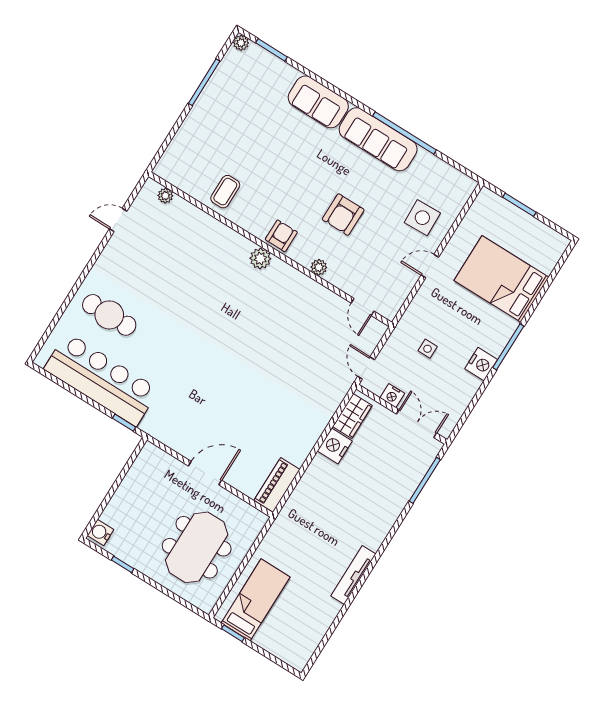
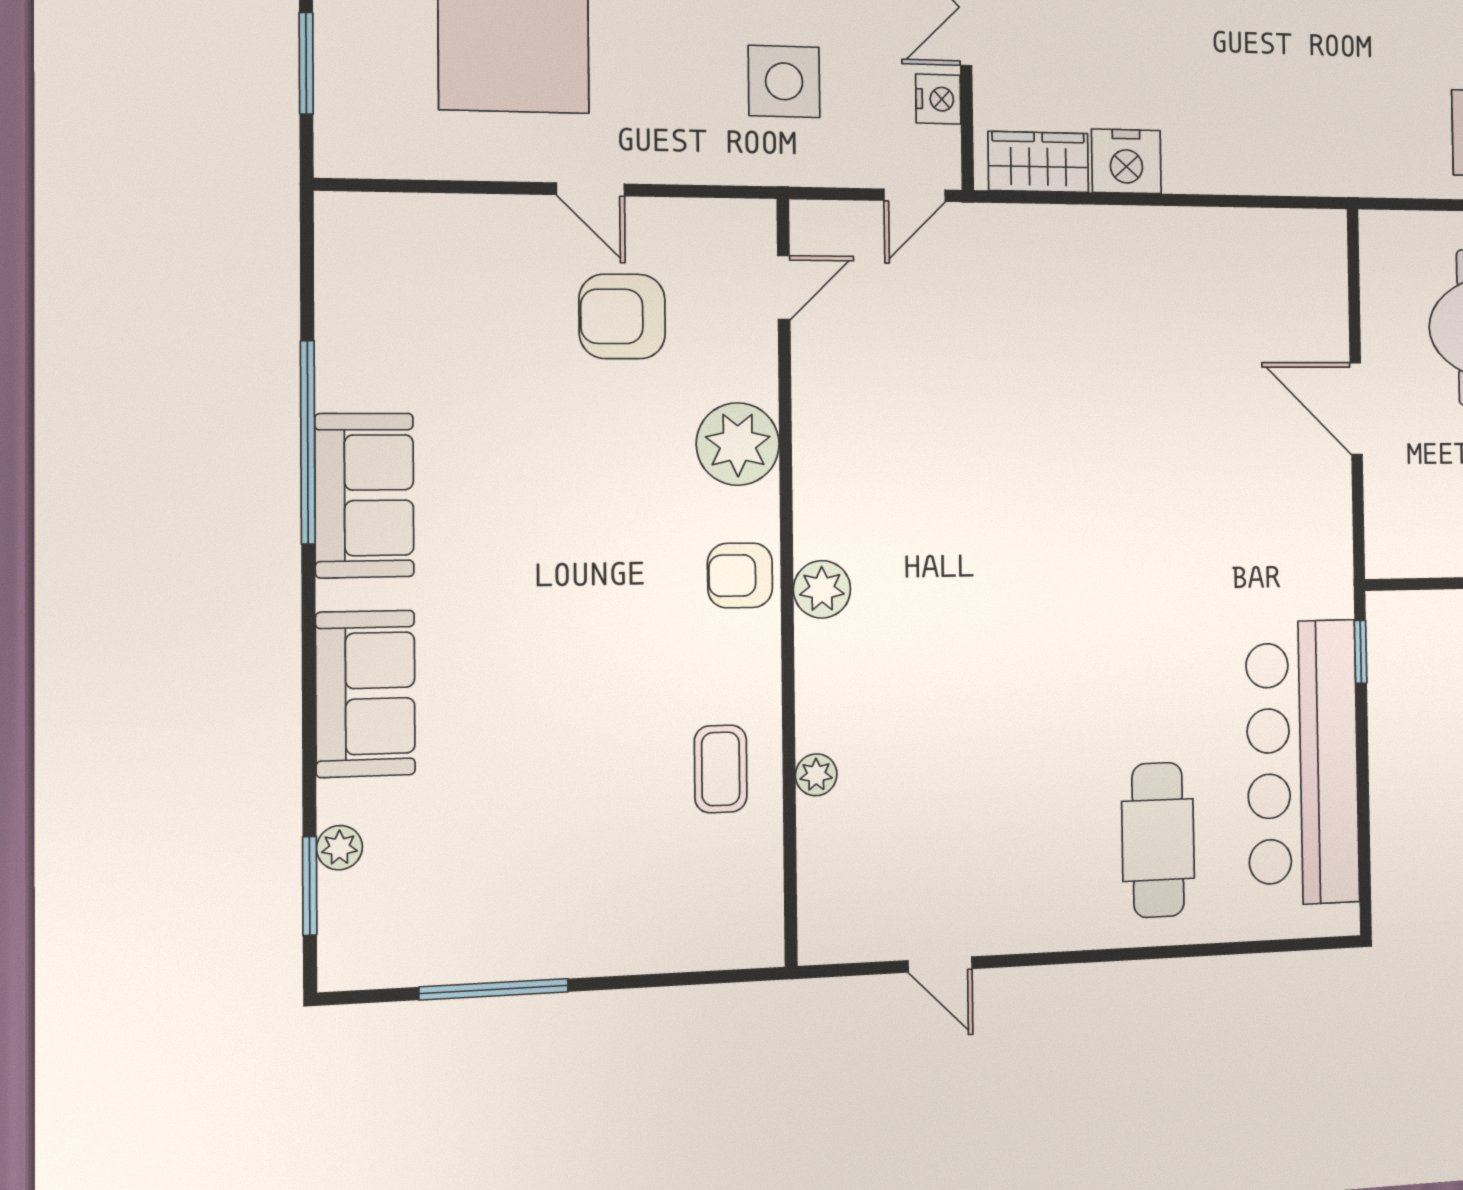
plant: (241, 43) -> (339, 848), moved
sofa: (378, 139) -> (364, 495), width x0.73
coffee table: (225, 192) -> (721, 769), turned 90
plant: (165, 196) -> (816, 775), moved
armchair: (343, 215) -> (622, 316), moved, turned 180
side table: (422, 218) -> (487, 276), removed
plant: (319, 267) -> (738, 444), width x1.88, depth x1.88
side table: (428, 349) -> (784, 81), width x1.87, depth x1.87
piano: (277, 485) -> (1285, 237), removed

